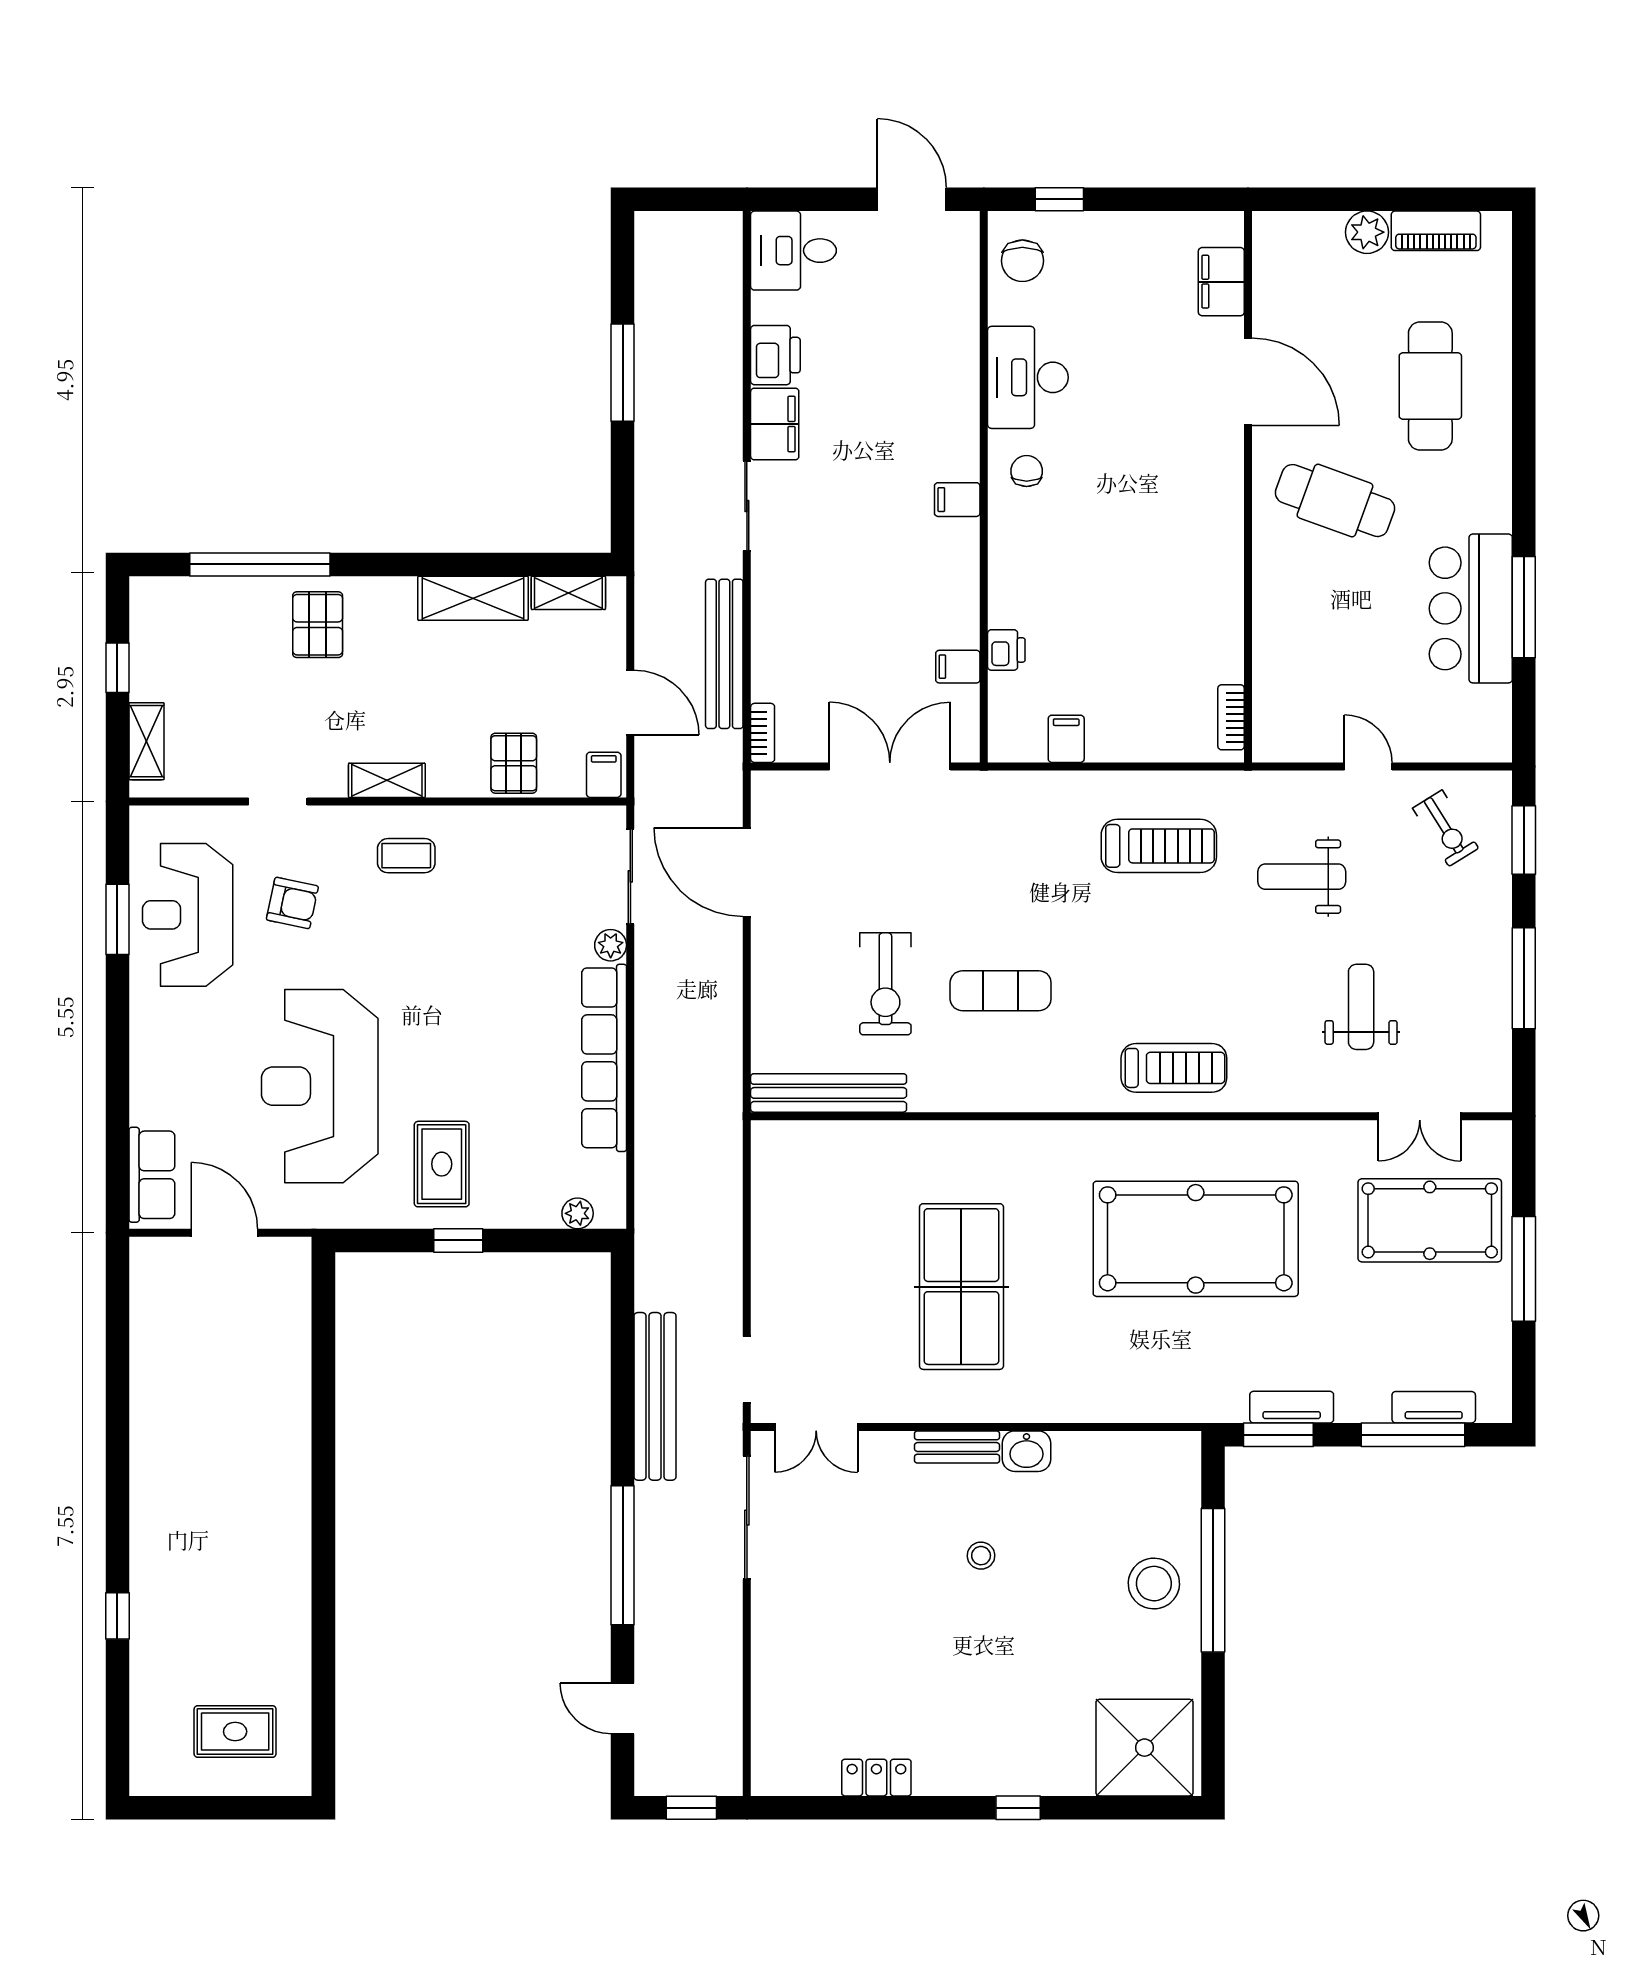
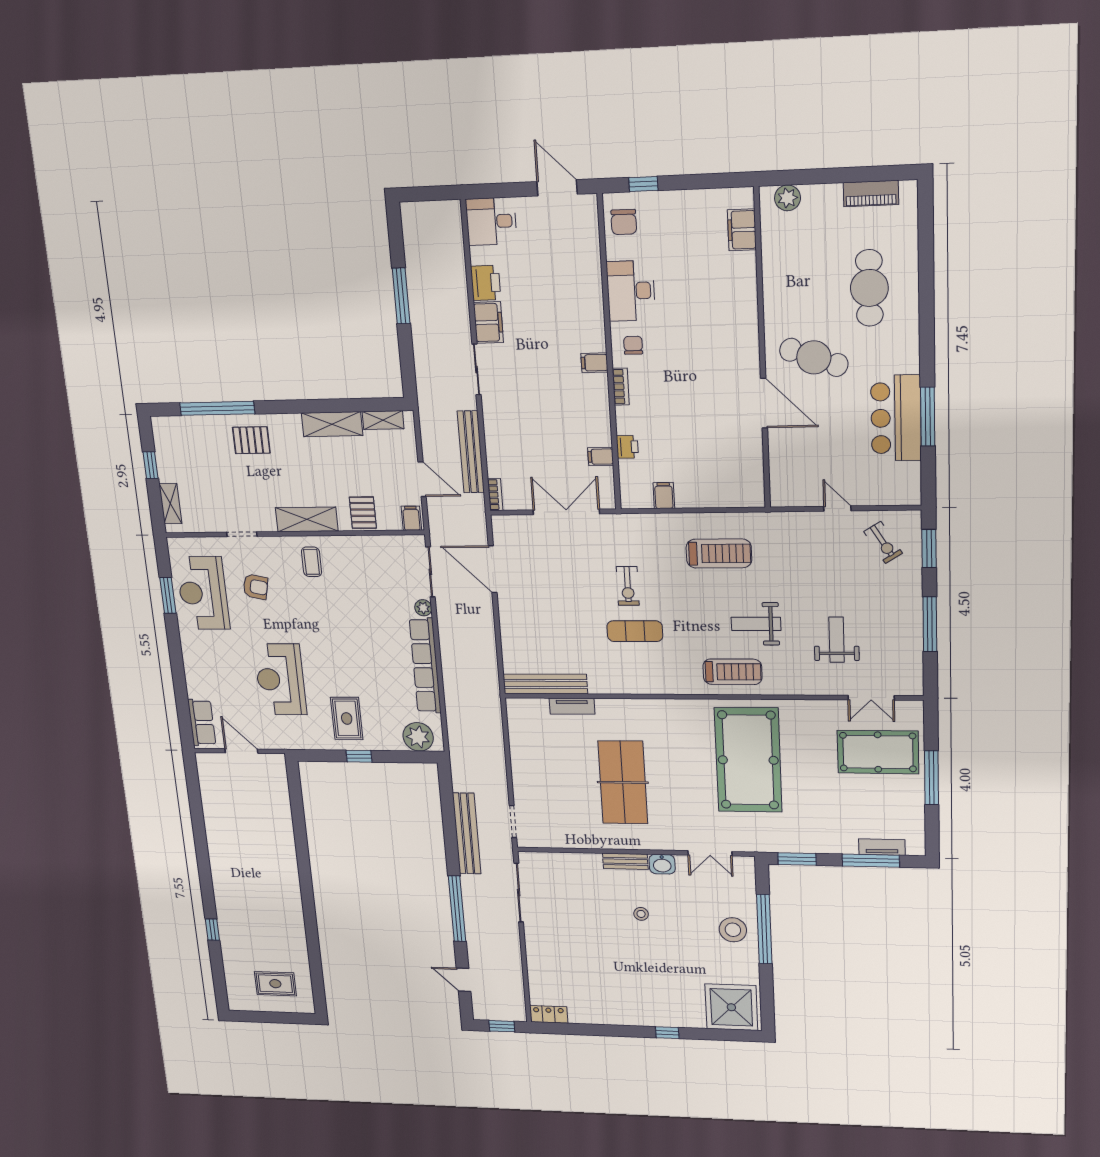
plant: (1367, 232) -> (788, 198), moved
door: (1248, 382) -> (764, 403), moved
pallet: (318, 625) -> (251, 440), turned 90
bookcase: (1231, 717) -> (621, 387), moved, turned 180
shelving: (387, 780) -> (307, 519), width x1.50, depth x1.33
coffee table: (406, 856) -> (312, 562), turned 90
weight bench: (1302, 877) -> (756, 624), moved
exercise bike: (885, 984) -> (628, 586), moved, width x0.73, depth x0.72
reception desk: (320, 1086) -> (280, 679), width x0.74, depth x0.77
plant: (578, 1213) -> (418, 737), width x1.87, depth x1.87
pool table: (1196, 1239) -> (748, 760), turned 90
tv unit: (1292, 1407) -> (572, 706), moved, turned 180
double door: (816, 1427) -> (710, 853), moved
locker: (876, 1778) -> (549, 1014), moved

